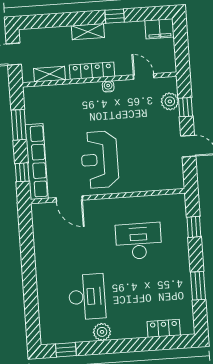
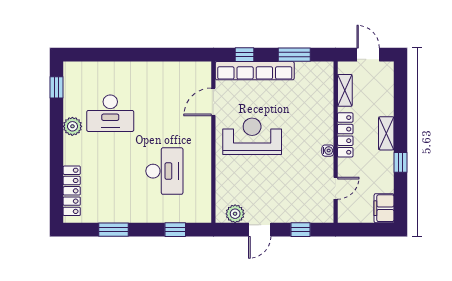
plant: (170, 101) -> (235, 214), moved
locker: (164, 328) -> (72, 191), width x1.53

